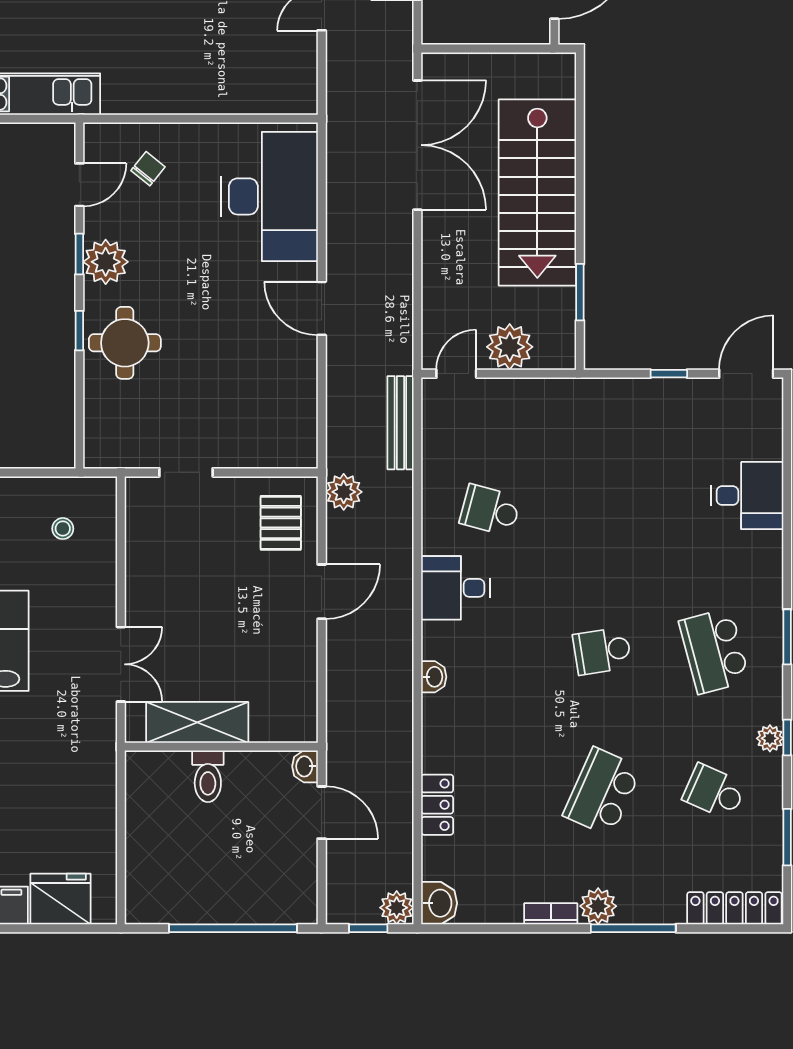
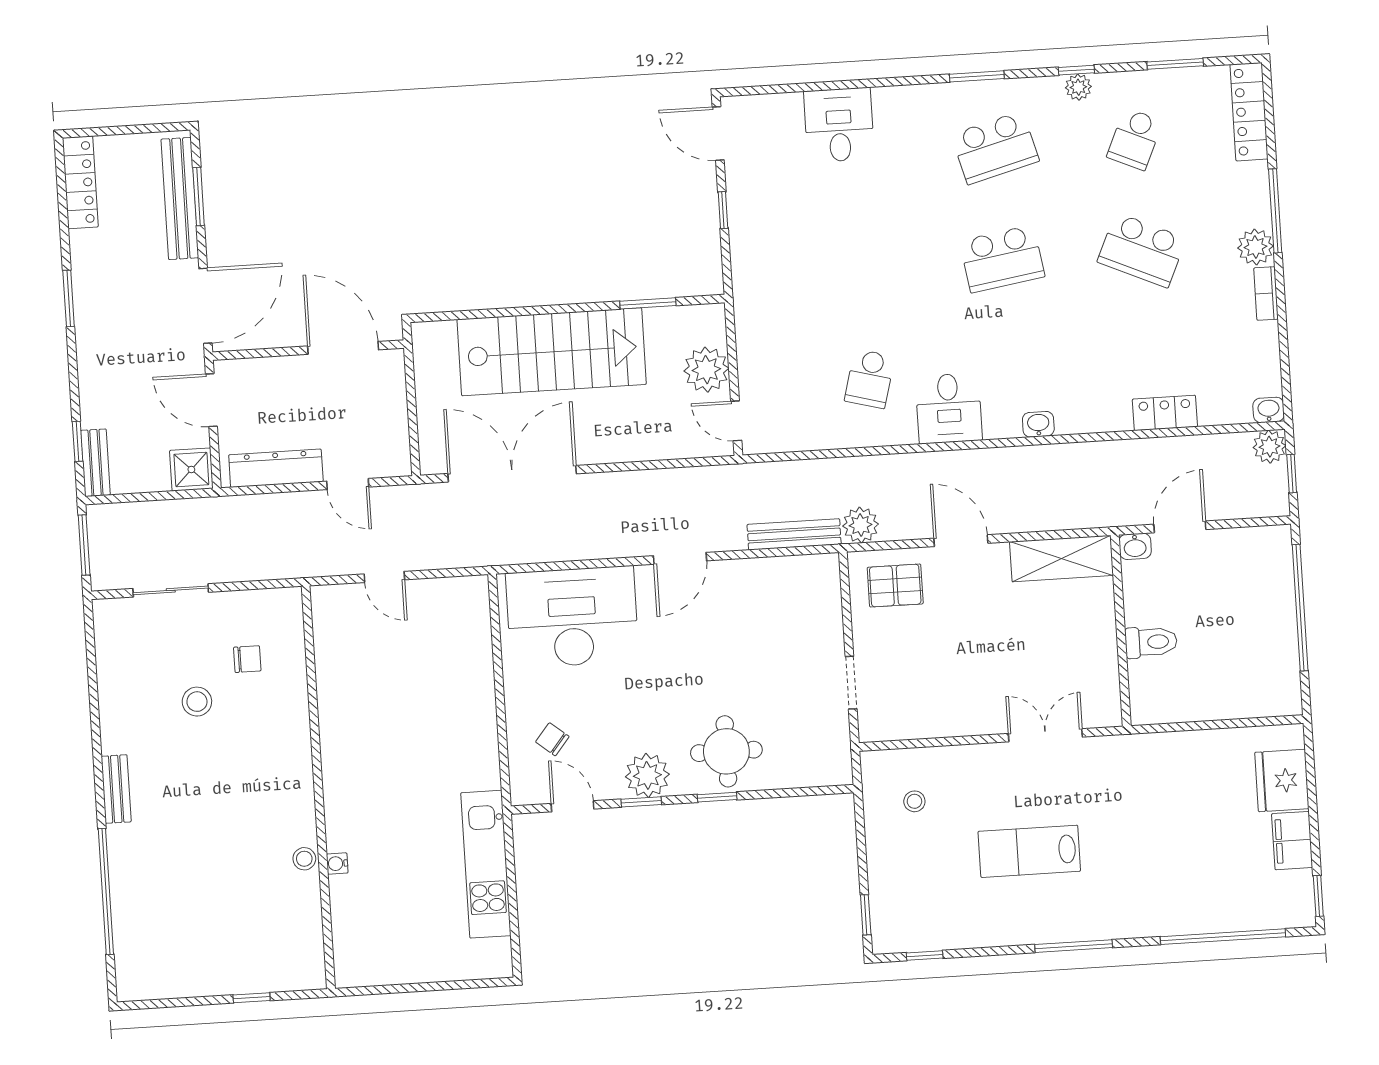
bench: (400, 423) -> (794, 534), moved
school desk: (602, 651) -> (1002, 259), width x1.85
shelving: (197, 722) -> (1062, 558), moved, turned 90
washbasin: (439, 903) -> (1269, 410), width x0.72, depth x0.69

